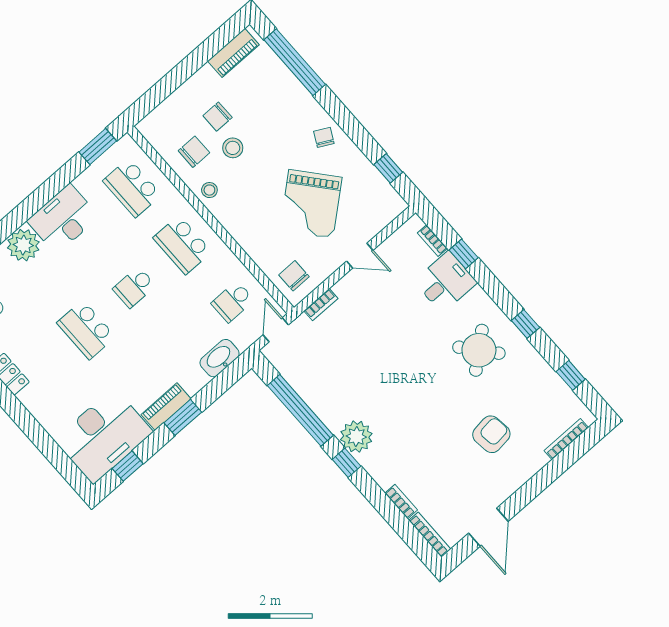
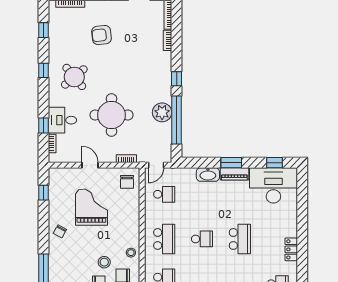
grand piano: (311, 204) -> (91, 207), turned -50
round table: (389, 344) -> (111, 115), added
washbasin: (220, 358) -> (208, 174), moved
plant: (356, 437) -> (162, 112), moved

